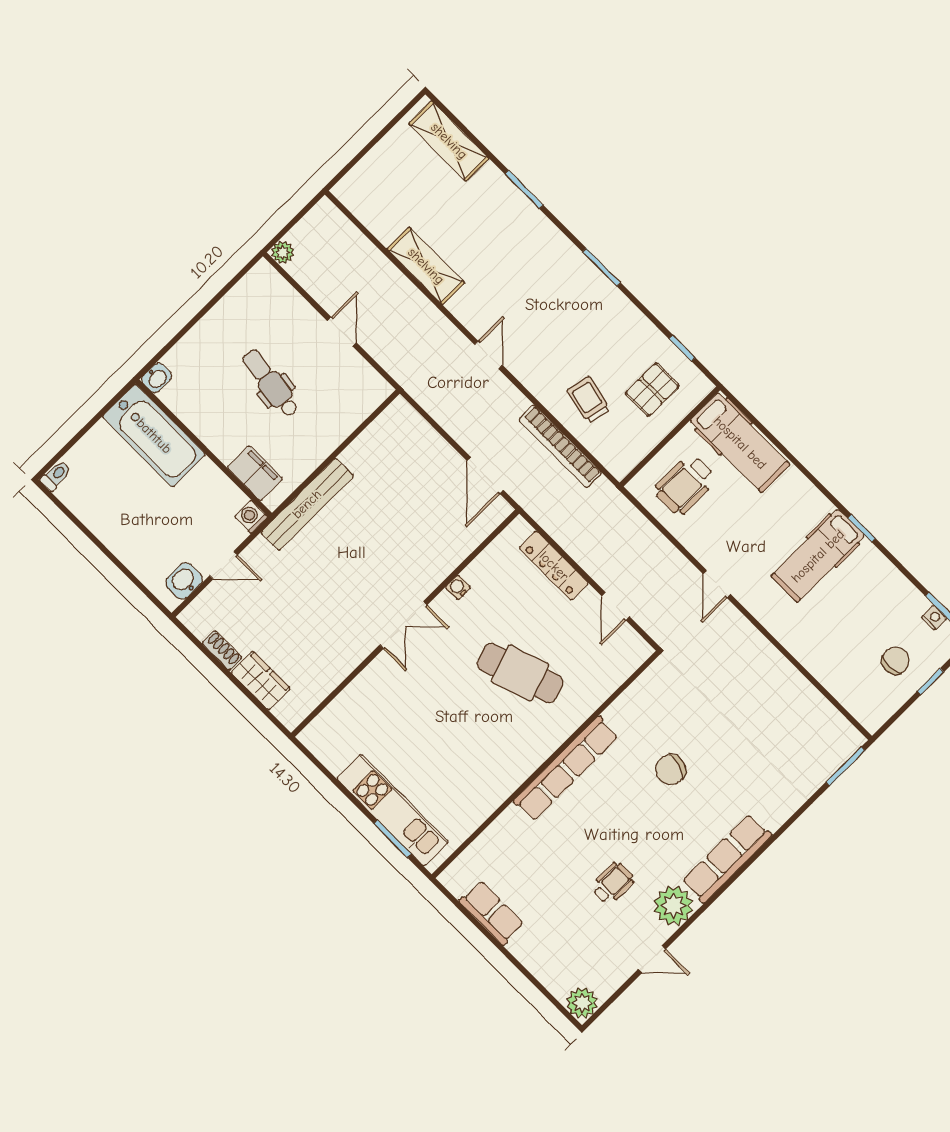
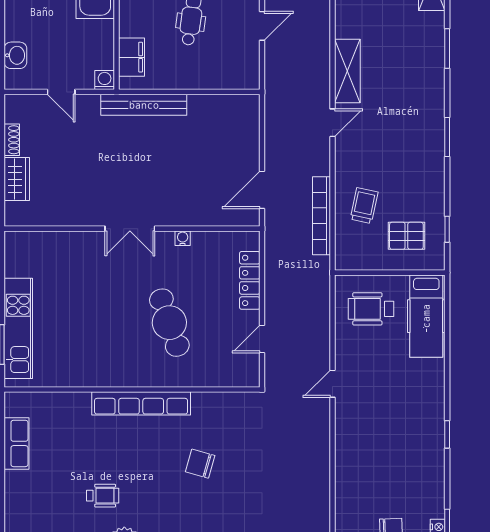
shelving: (426, 266) -> (347, 71), moved
hospital bed: (818, 556) -> (406, 425), removed
washbasin: (184, 581) -> (15, 55), moved, turned 90

